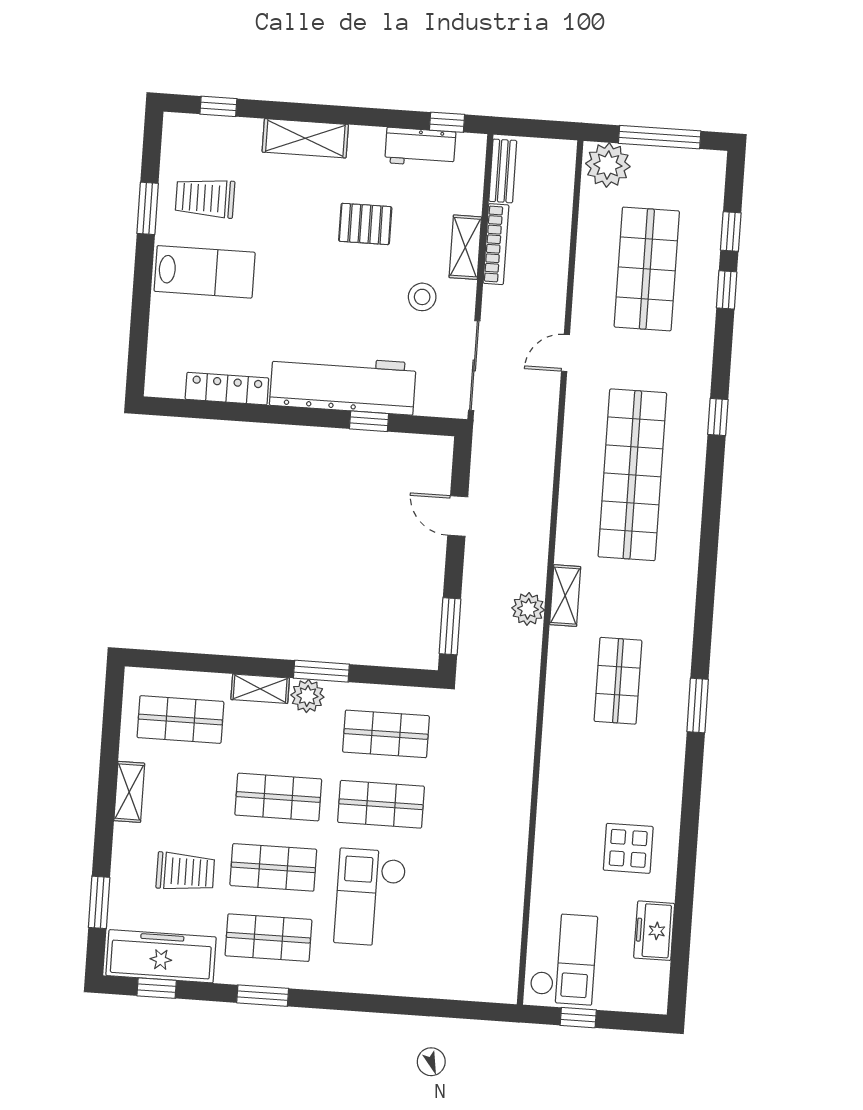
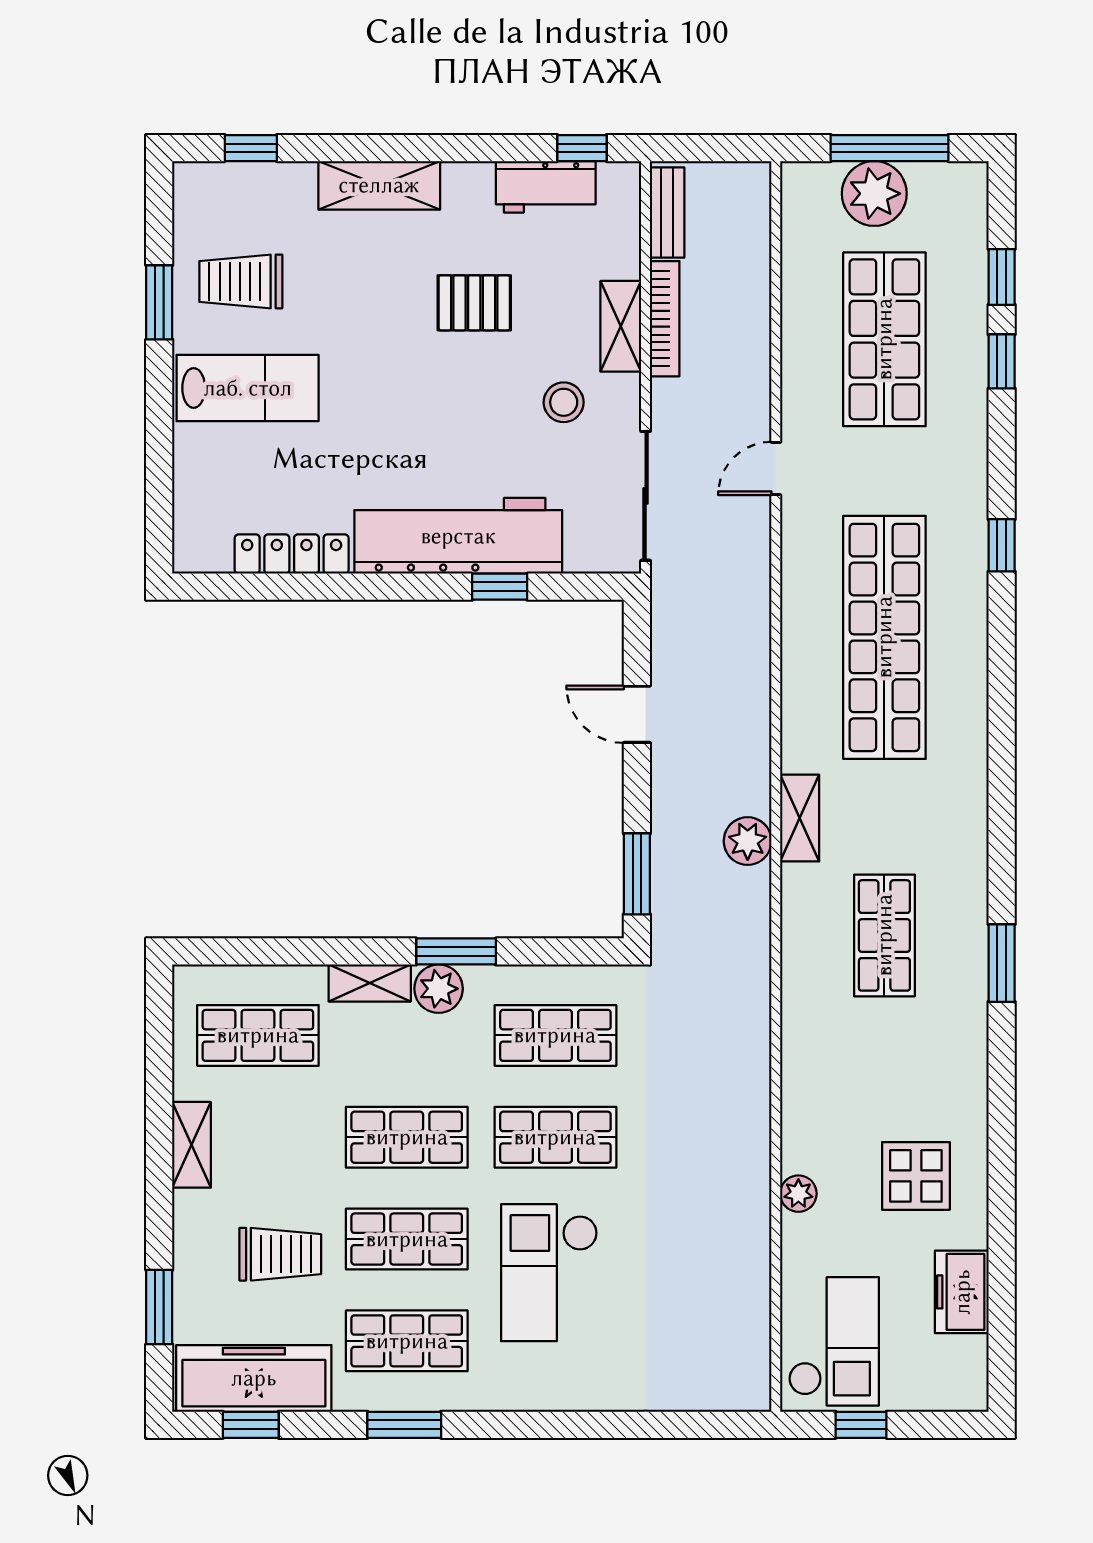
plant: (608, 165) -> (874, 194), moved
plant: (546, 855) -> (798, 1194), added

